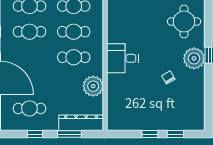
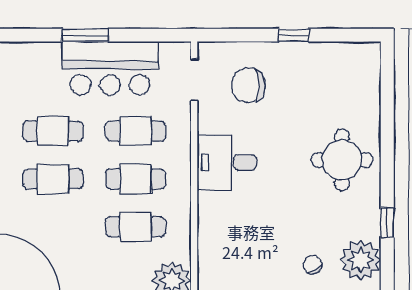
desk: (122, 58) -> (227, 163), moved
plant: (194, 58) -> (361, 260), moved

